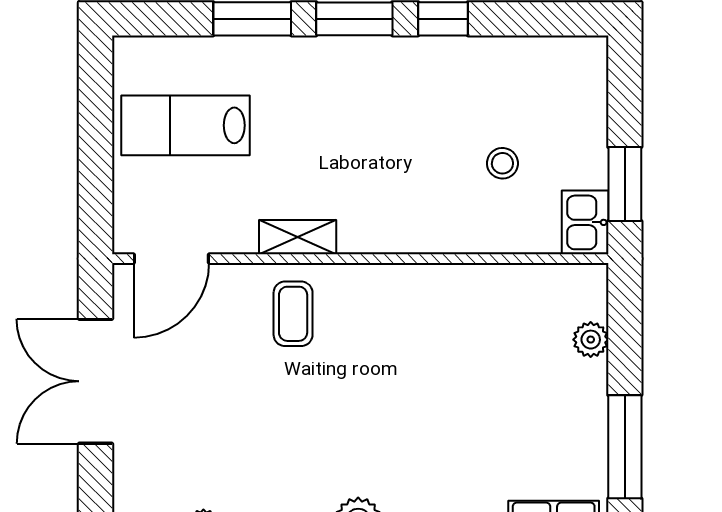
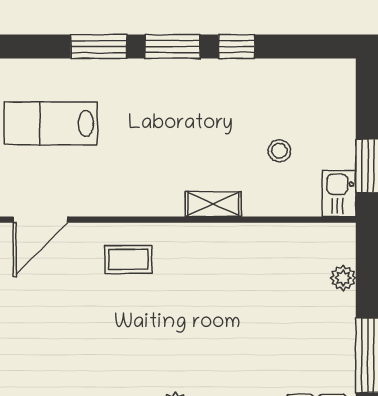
shelving: (298, 237) -> (213, 204), moved
coffee table: (293, 314) -> (128, 259), turned 90

